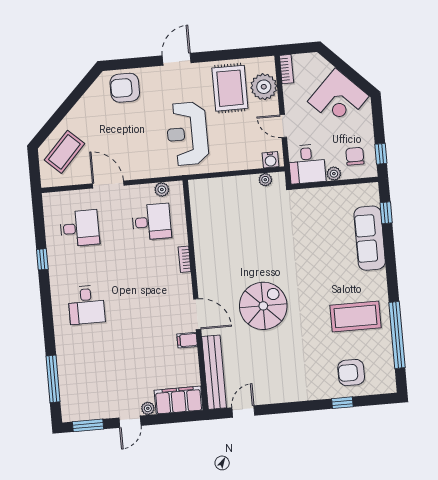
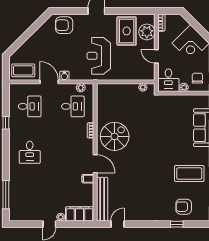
coffee table: (64, 152) -> (23, 70), moved, turned 47
water cooler: (270, 160) -> (64, 76), moved
spiral stairs: (263, 306) -> (115, 136), moved
window: (88, 425) -> (24, 224), removed

